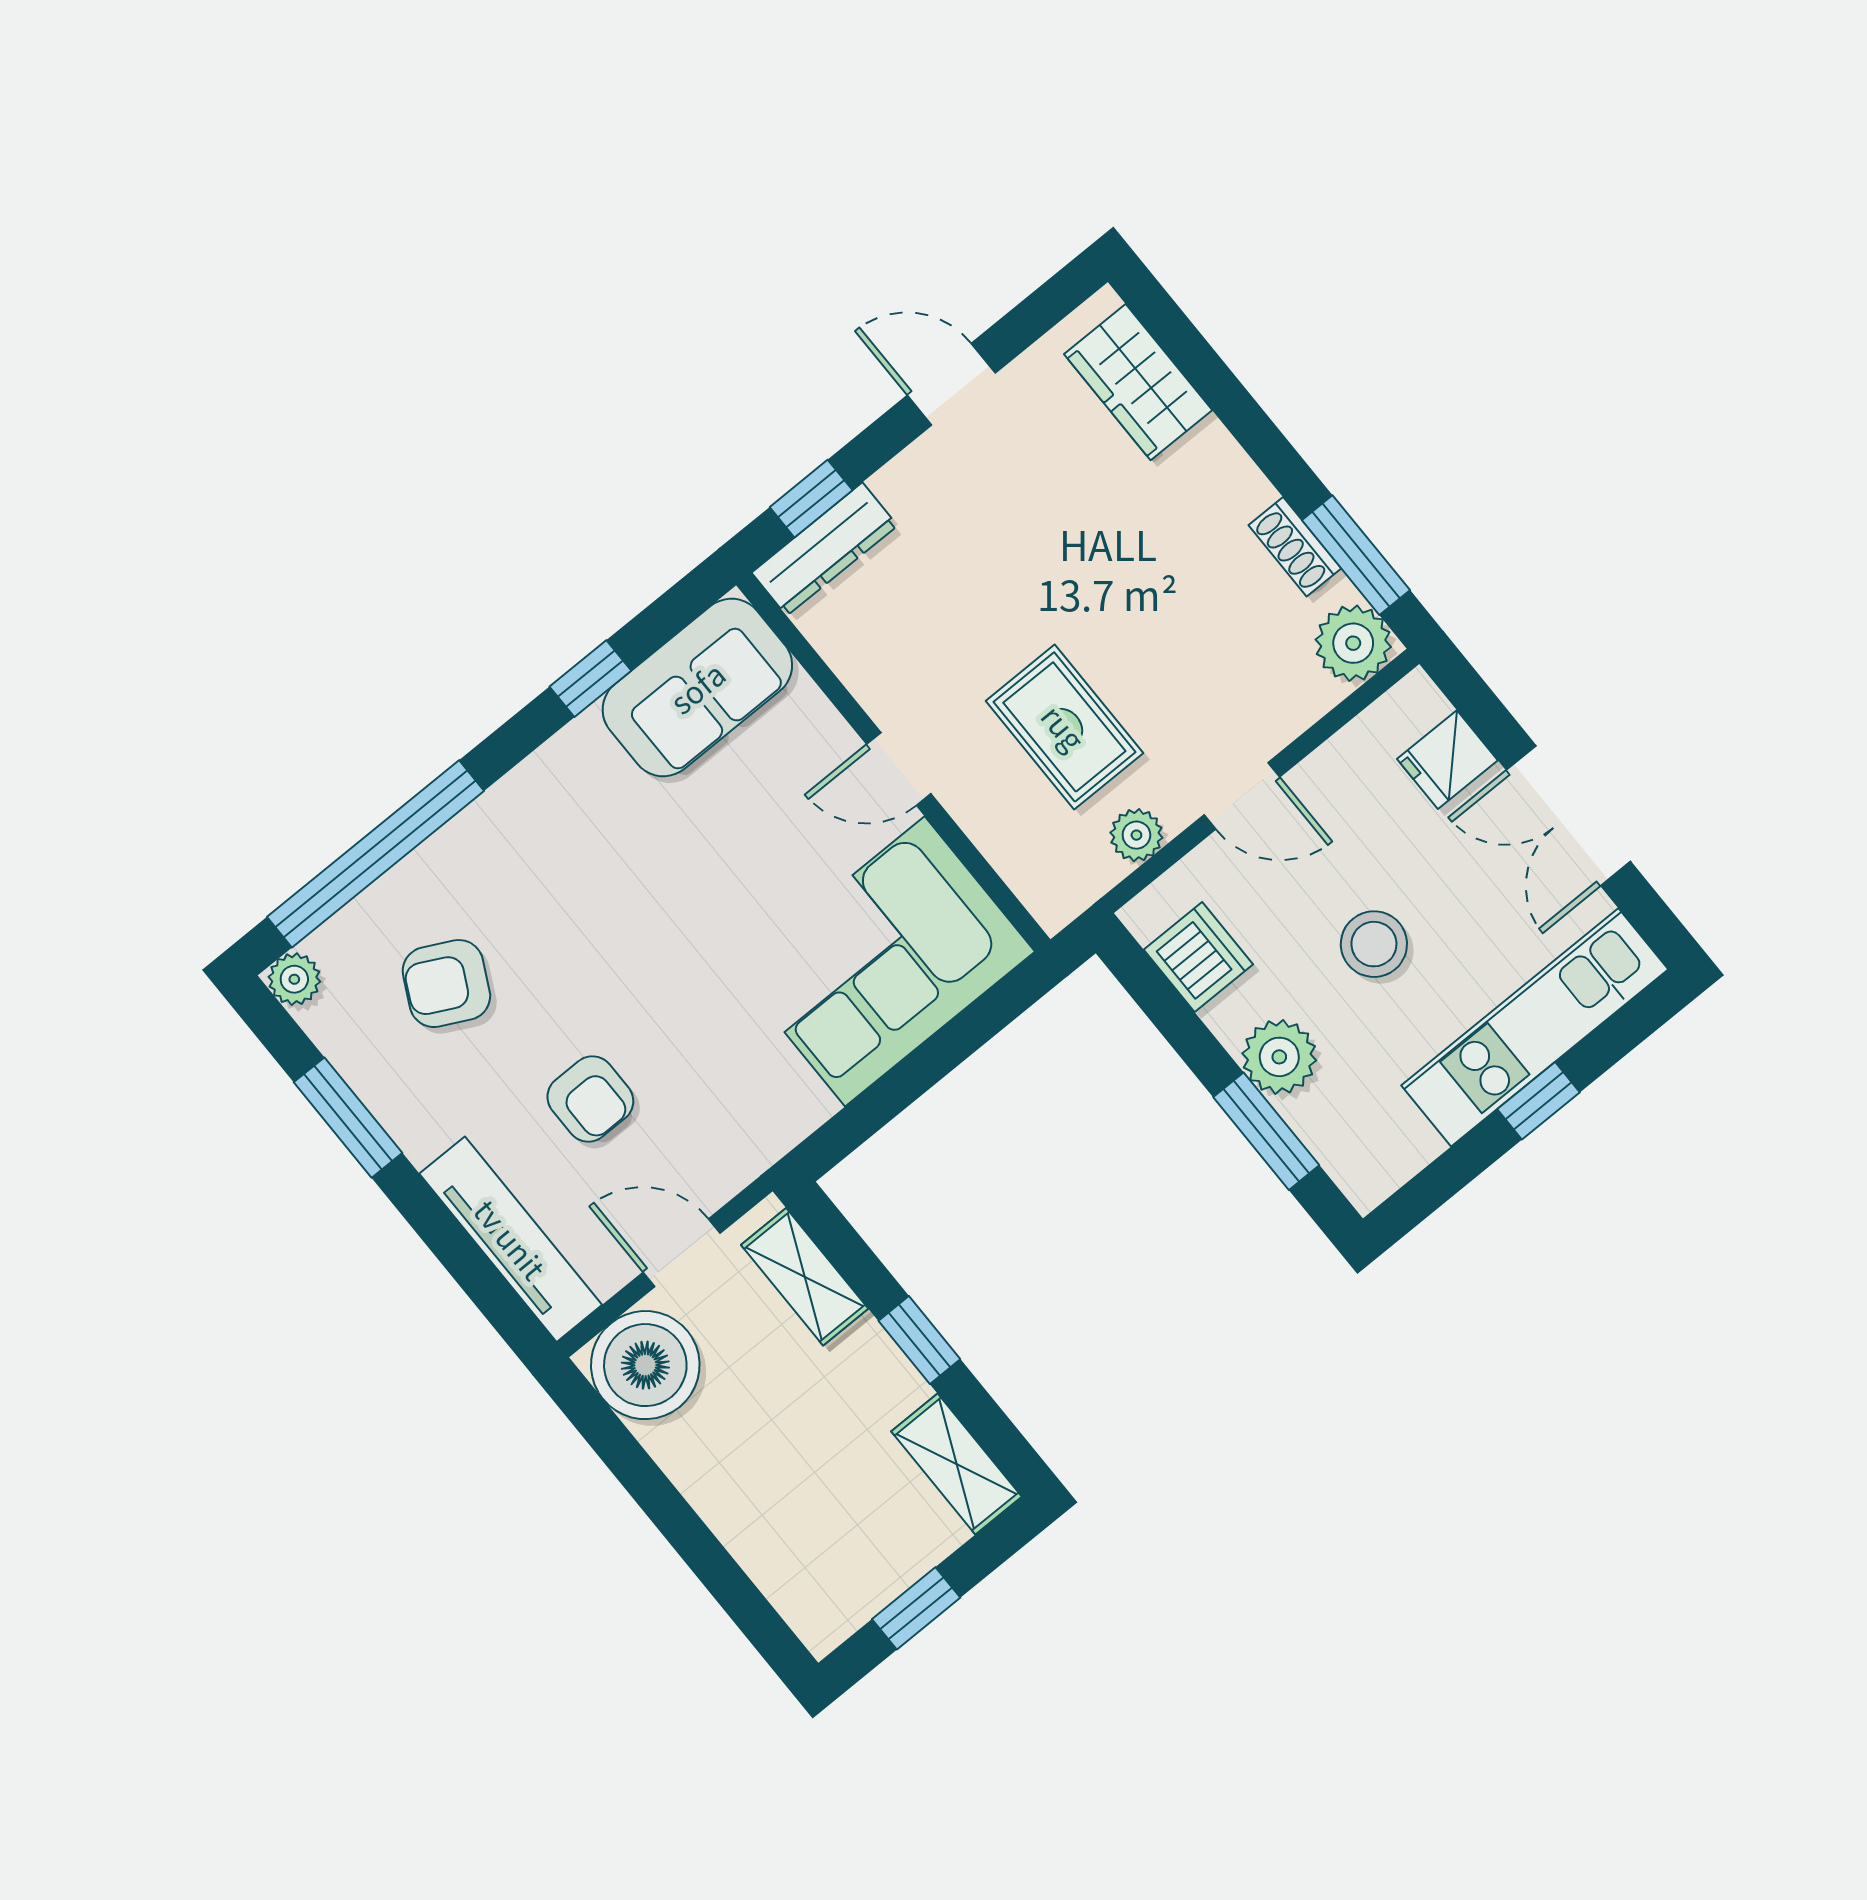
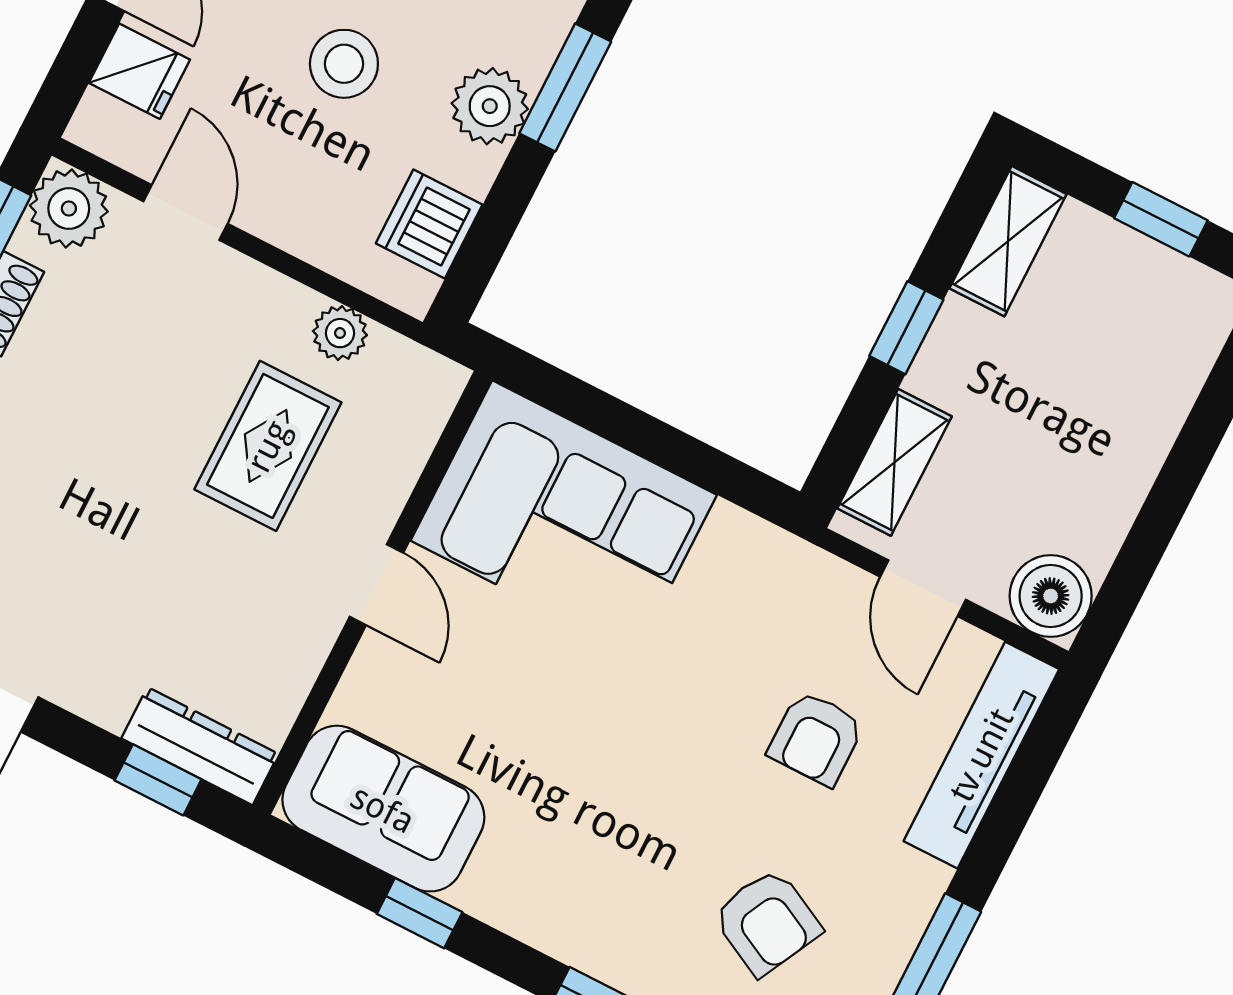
door: (1242, 796) -> (186, 213), moved
armchair: (590, 1099) -> (816, 738), turned 180
boiler: (645, 1365) -> (1051, 596), width x0.73, depth x0.73

